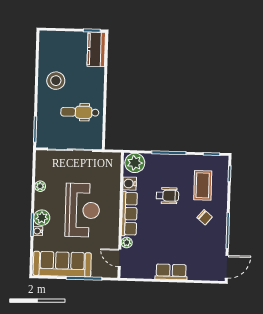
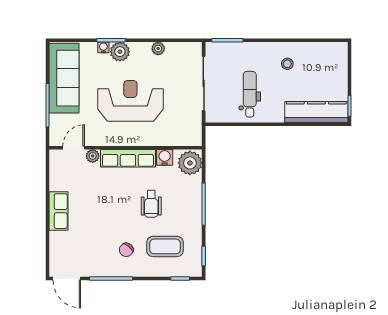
kitchen counter: (96, 49) -> (316, 112), width x1.50
stool: (56, 81) -> (287, 64), width x0.53, depth x0.53
reception desk: (82, 210) -> (130, 101), turned 180

